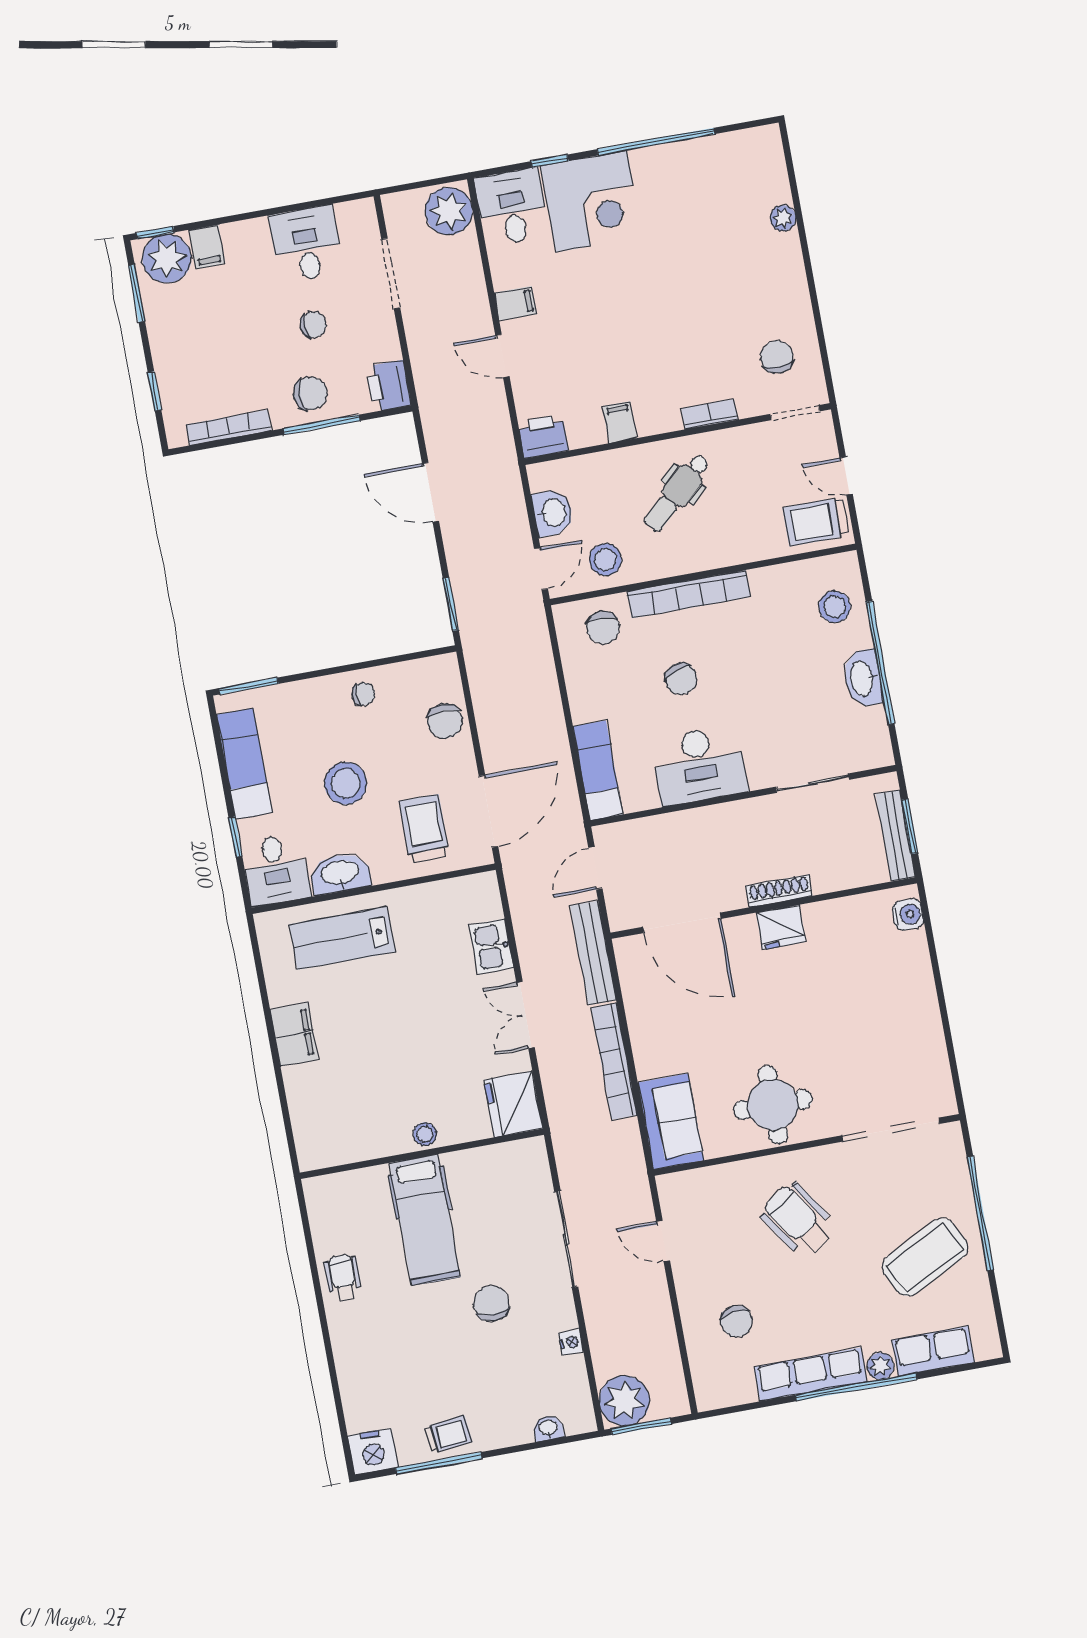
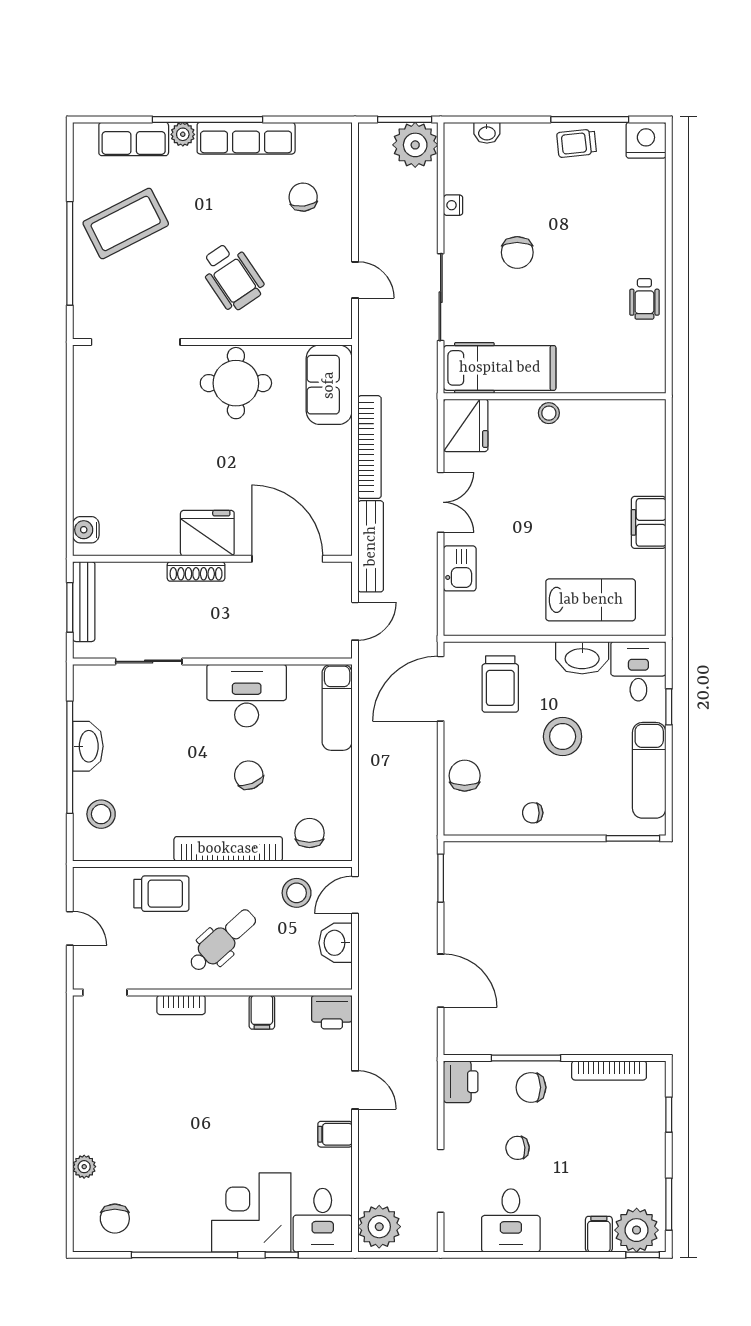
chair: (777, 357) -> (115, 1219), moved
trolley: (816, 522) -> (161, 894), moved
fridge: (781, 927) -> (207, 533), width x1.36, depth x1.34
hospital bed: (425, 1220) -> (500, 368), moved, turned 90

